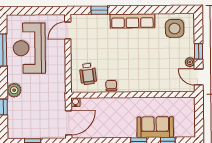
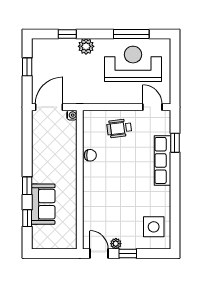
row of seats: (132, 21) -> (162, 160), moved
wheelchair: (88, 74) -> (119, 128), moved
door: (199, 77) -> (99, 253), hinge flipped
door: (69, 123) -> (49, 107), swing flipped

